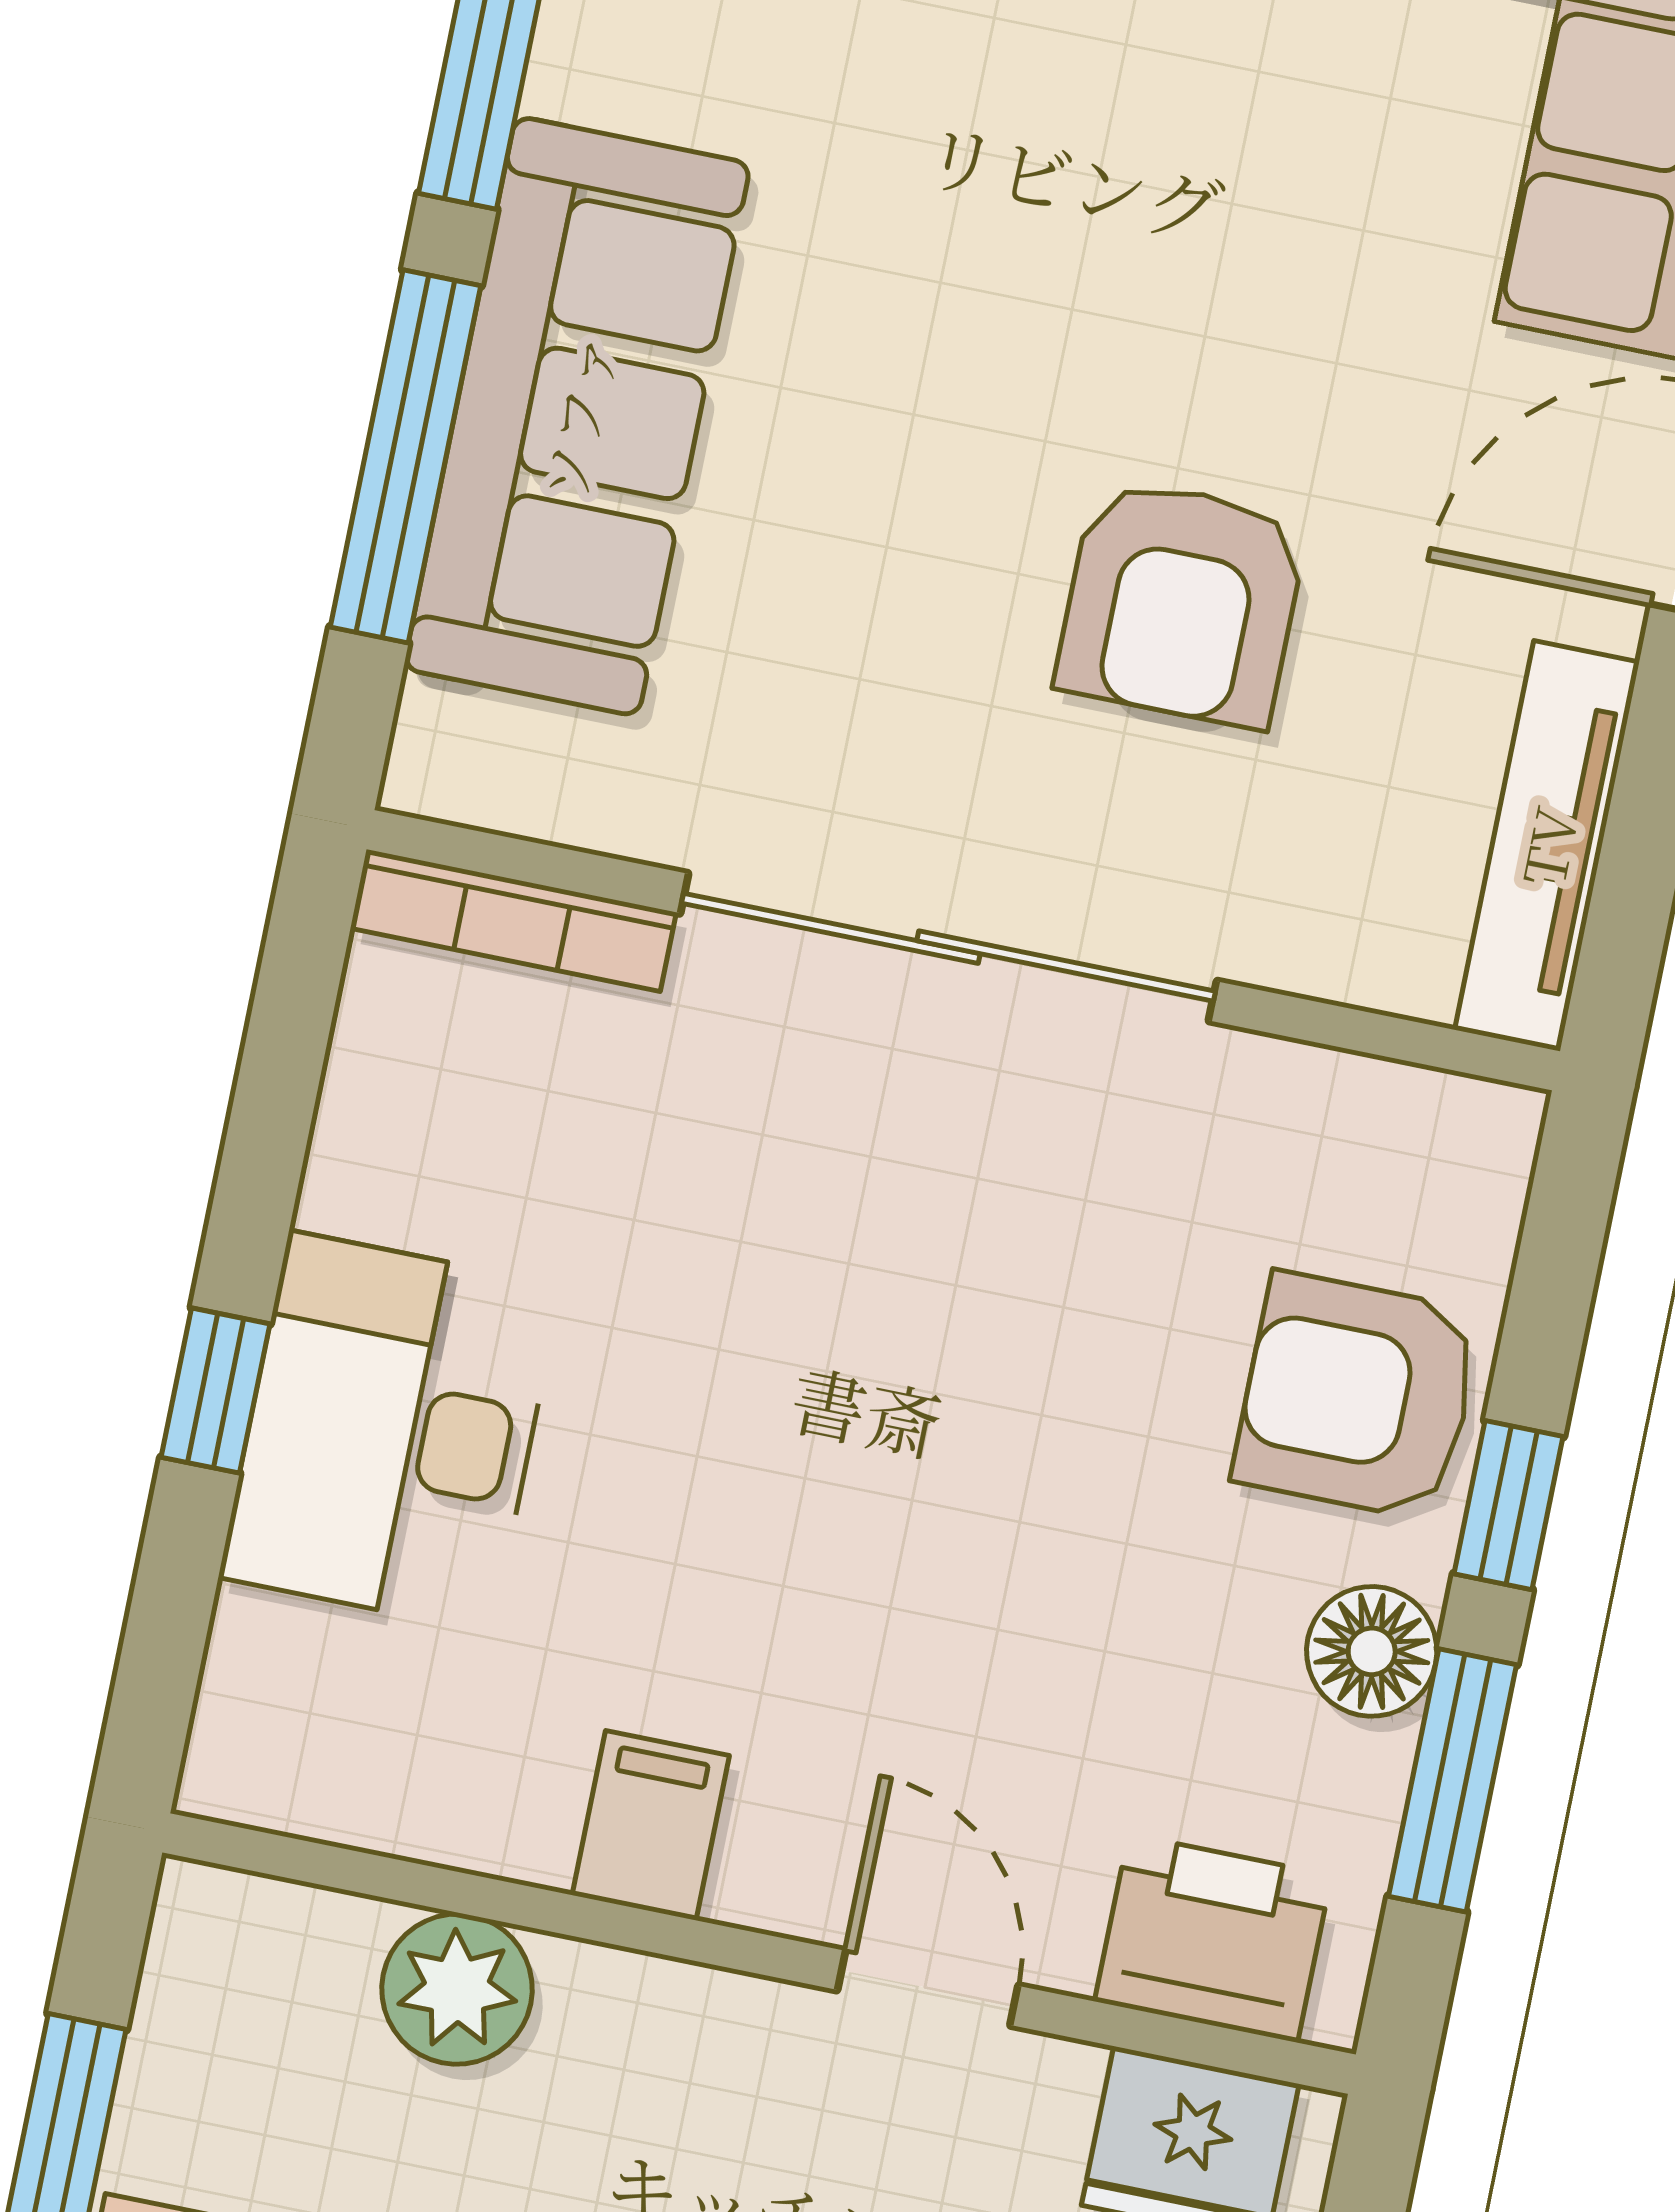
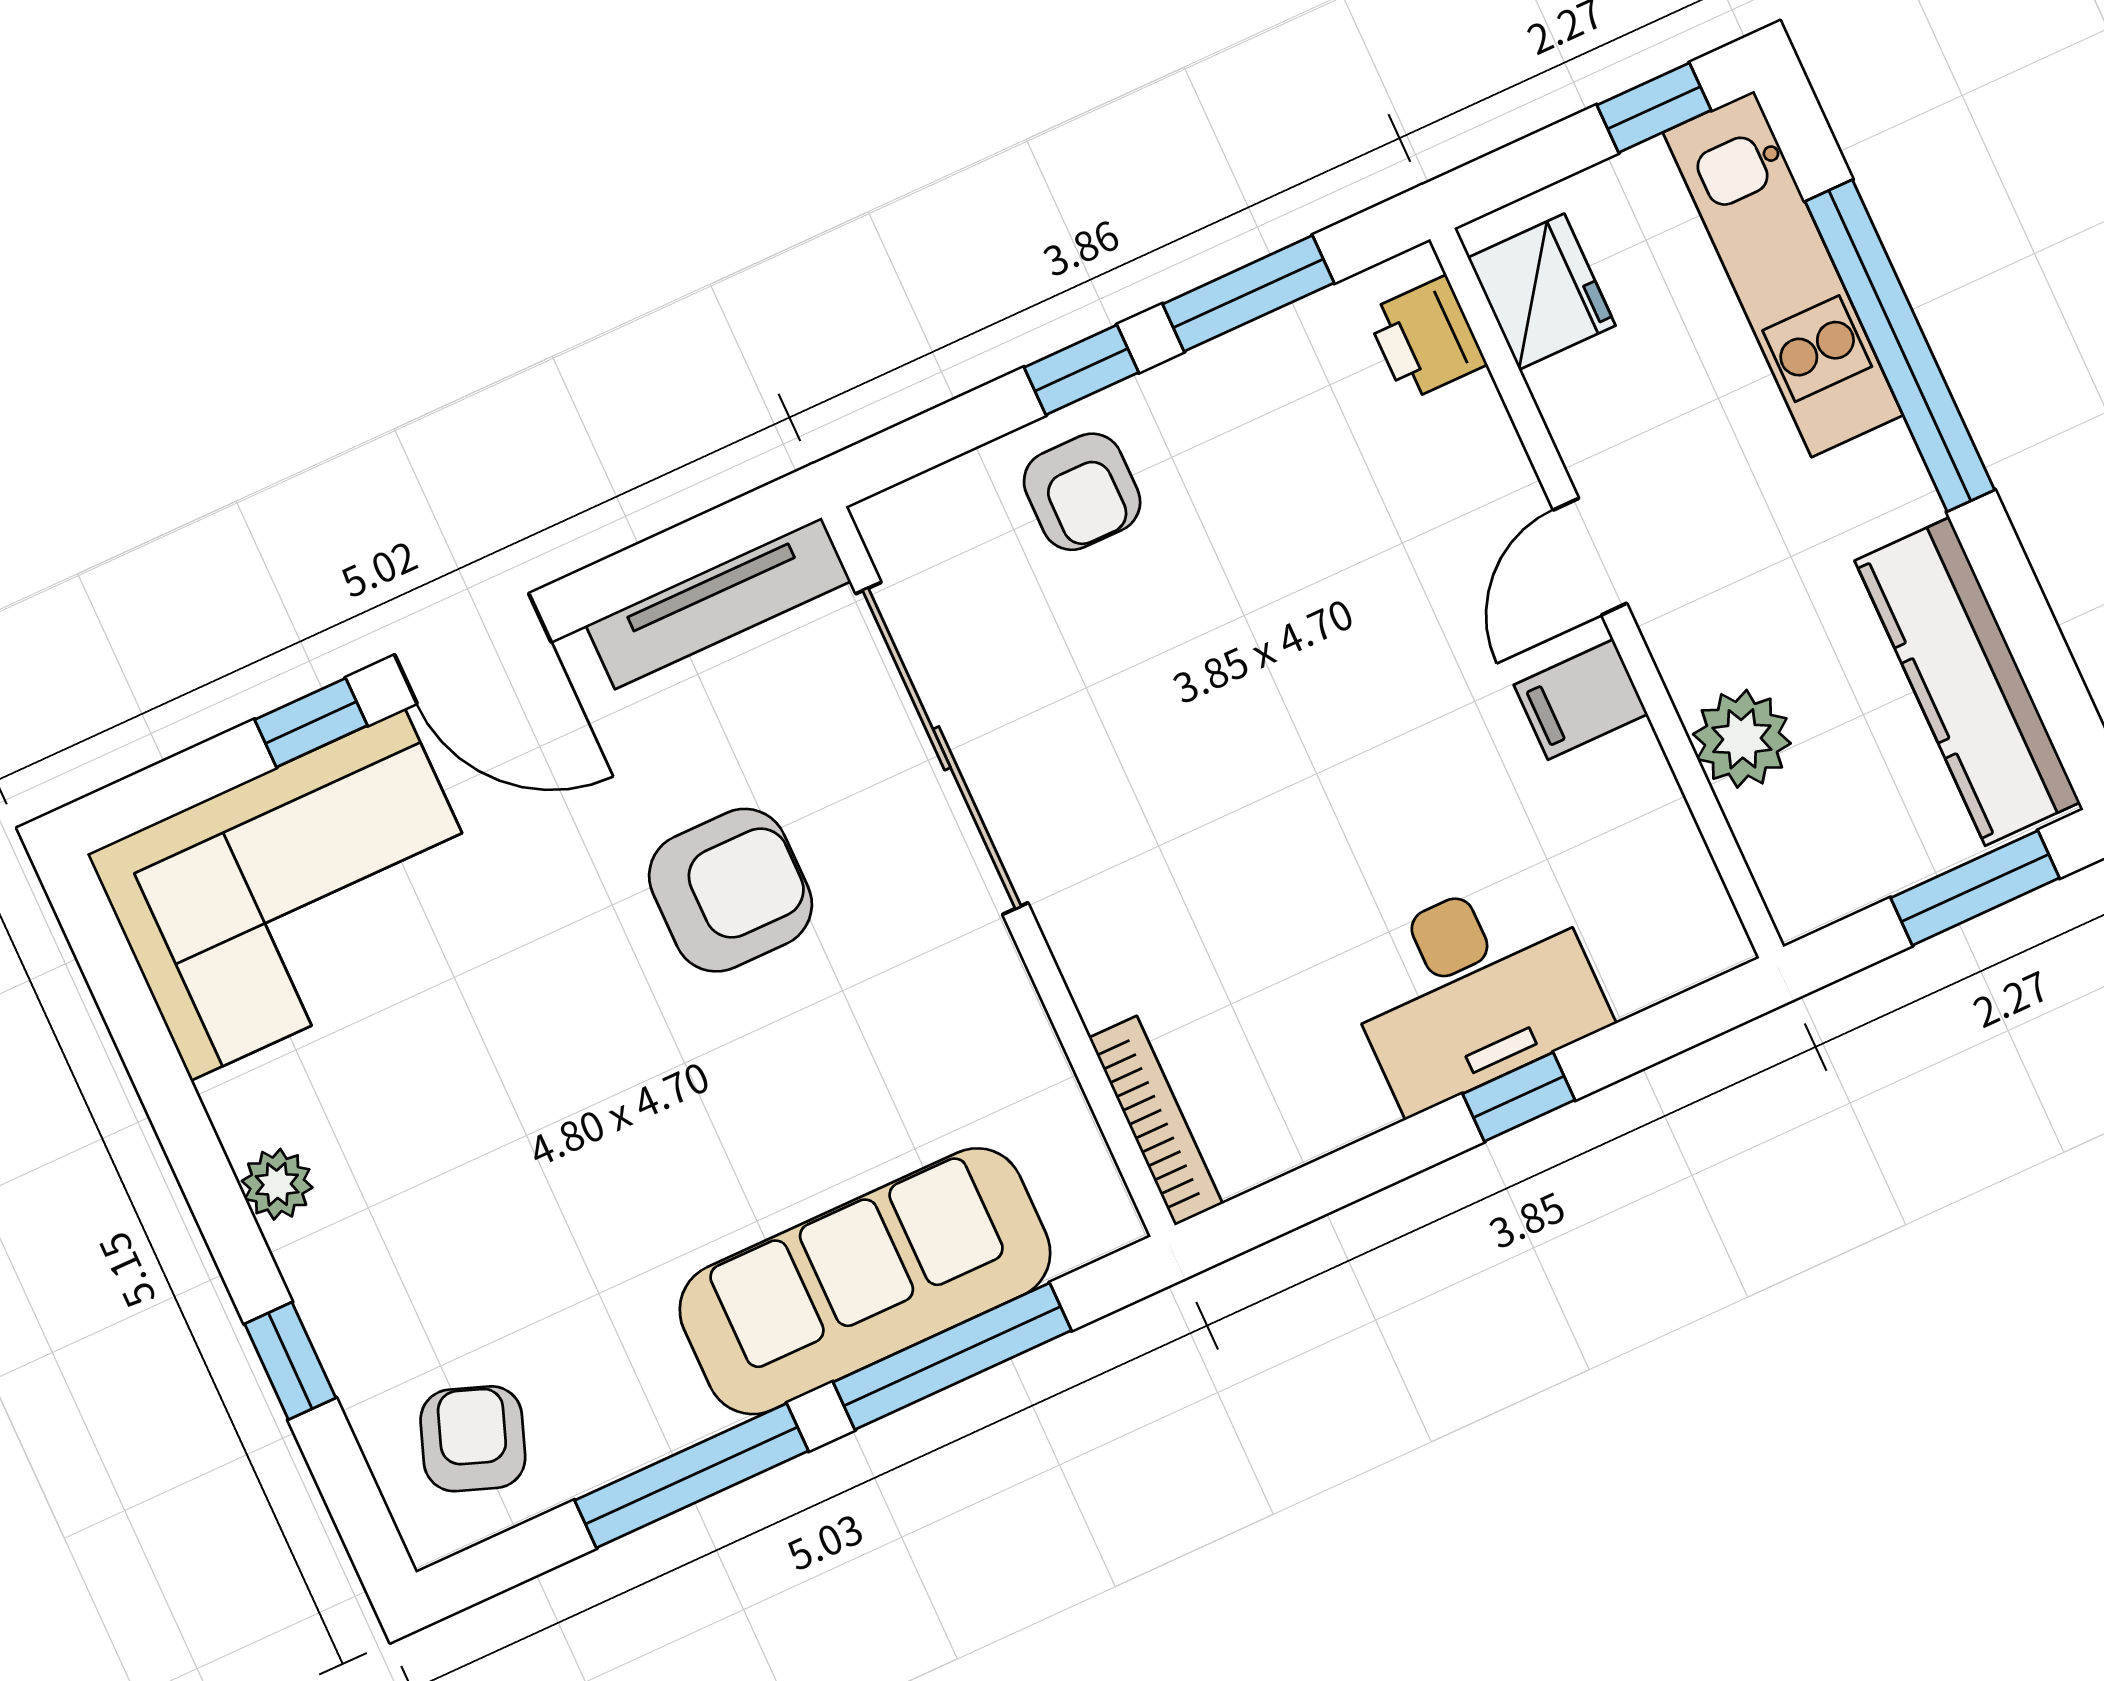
sliding door: (949, 947) -> (942, 748), moved
armchair: (1357, 1396) -> (1082, 492), width x0.72, depth x0.72
floor lamp: (1372, 1651) -> (1211, 386), removed
printer: (1213, 1938) -> (1426, 338), width x0.73, depth x0.81
door: (928, 1988) -> (1590, 557), moved

